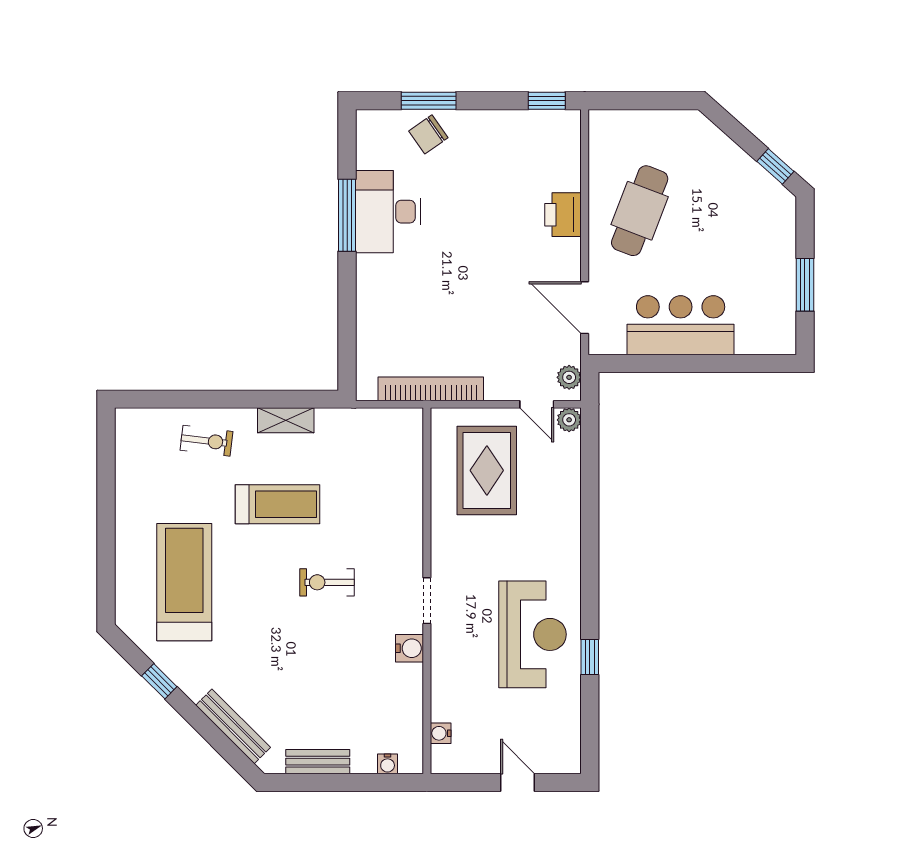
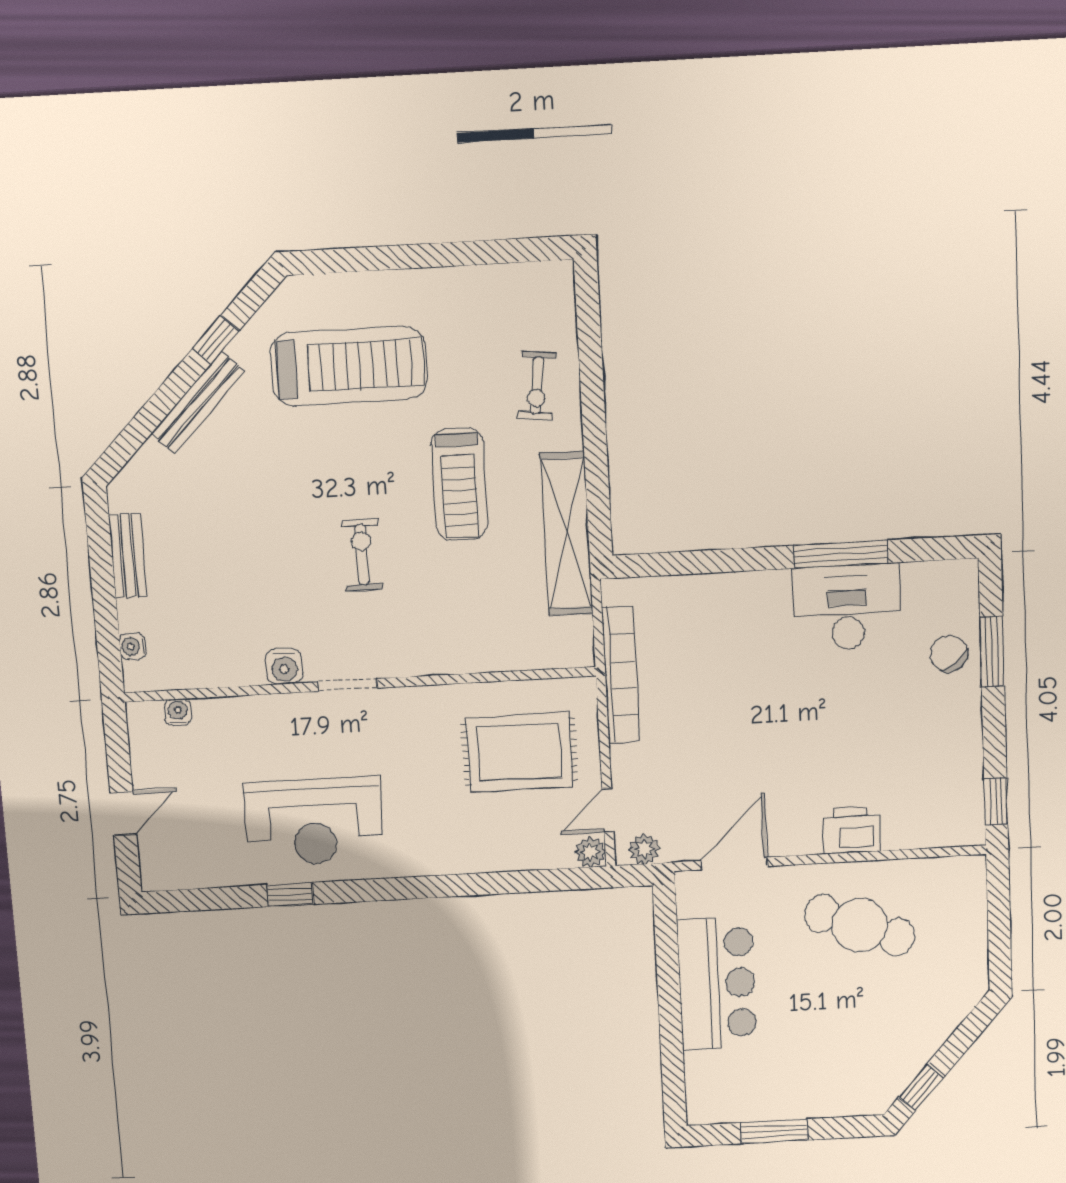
shelving: (286, 420) -> (567, 533), width x2.20, depth x1.33
bench: (233, 726) -> (198, 402), moved

